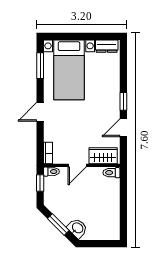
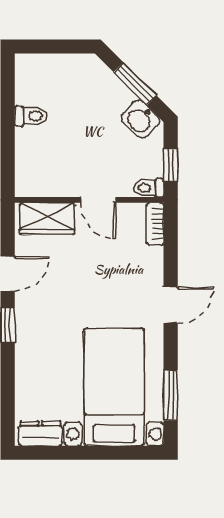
door: (77, 165) -> (98, 200), swing flipped
toilet: (111, 173) -> (31, 116), moved
washbasin: (77, 228) -> (140, 119), moved

